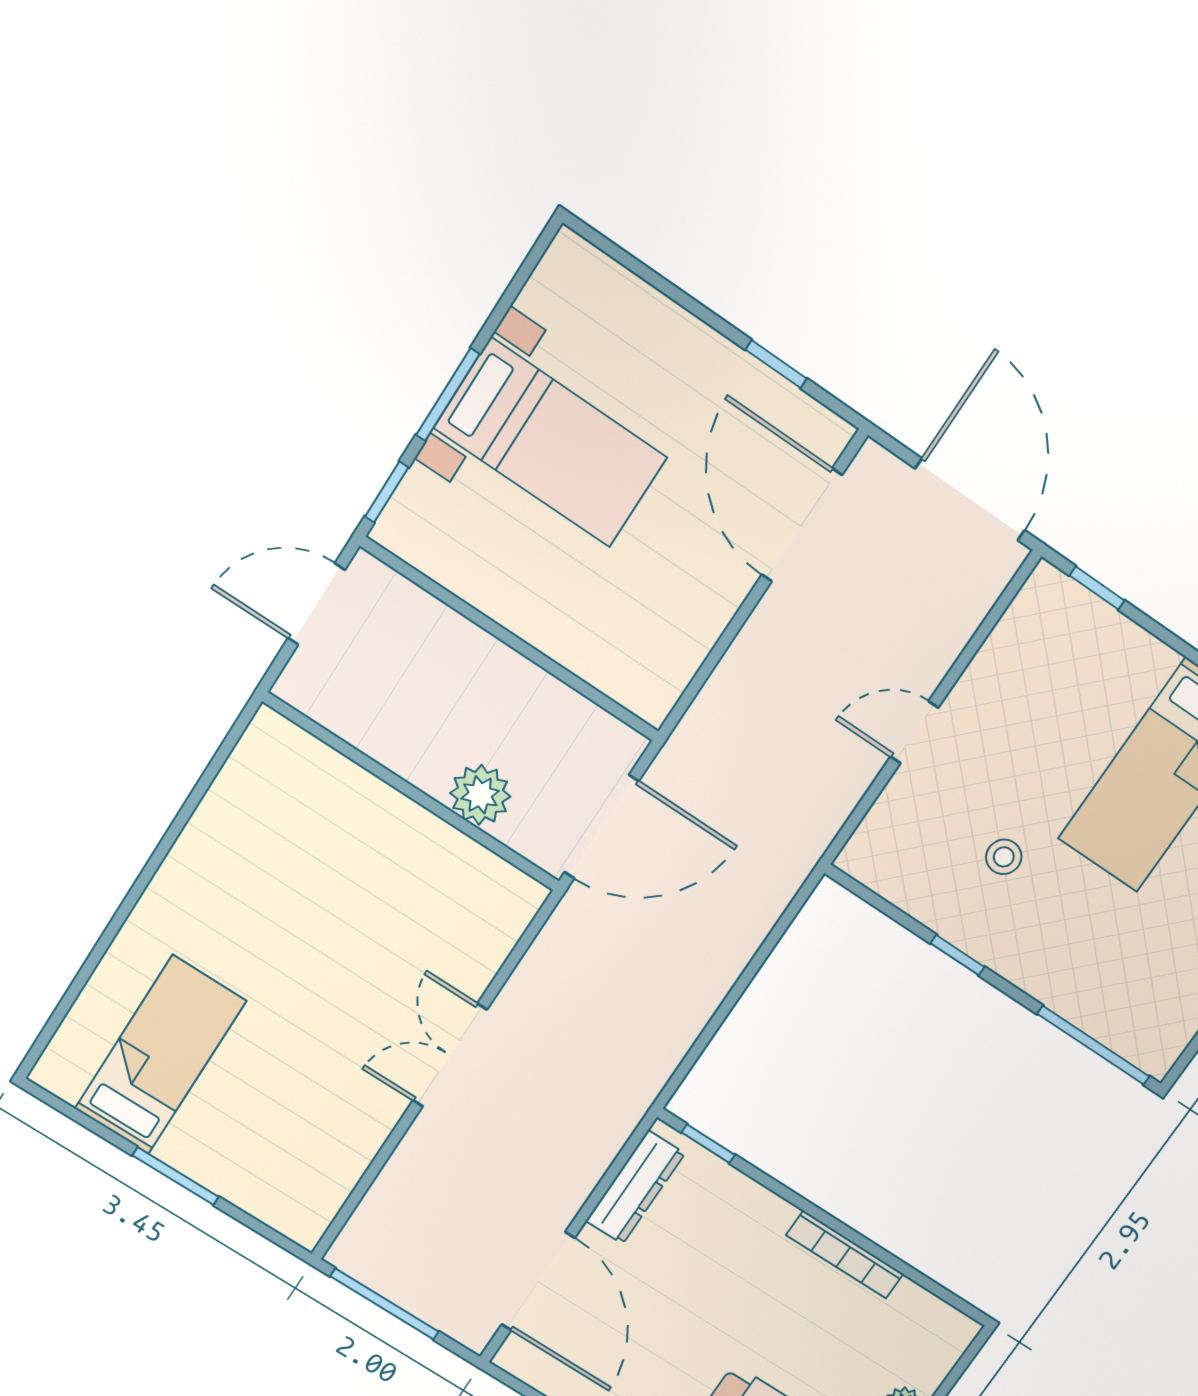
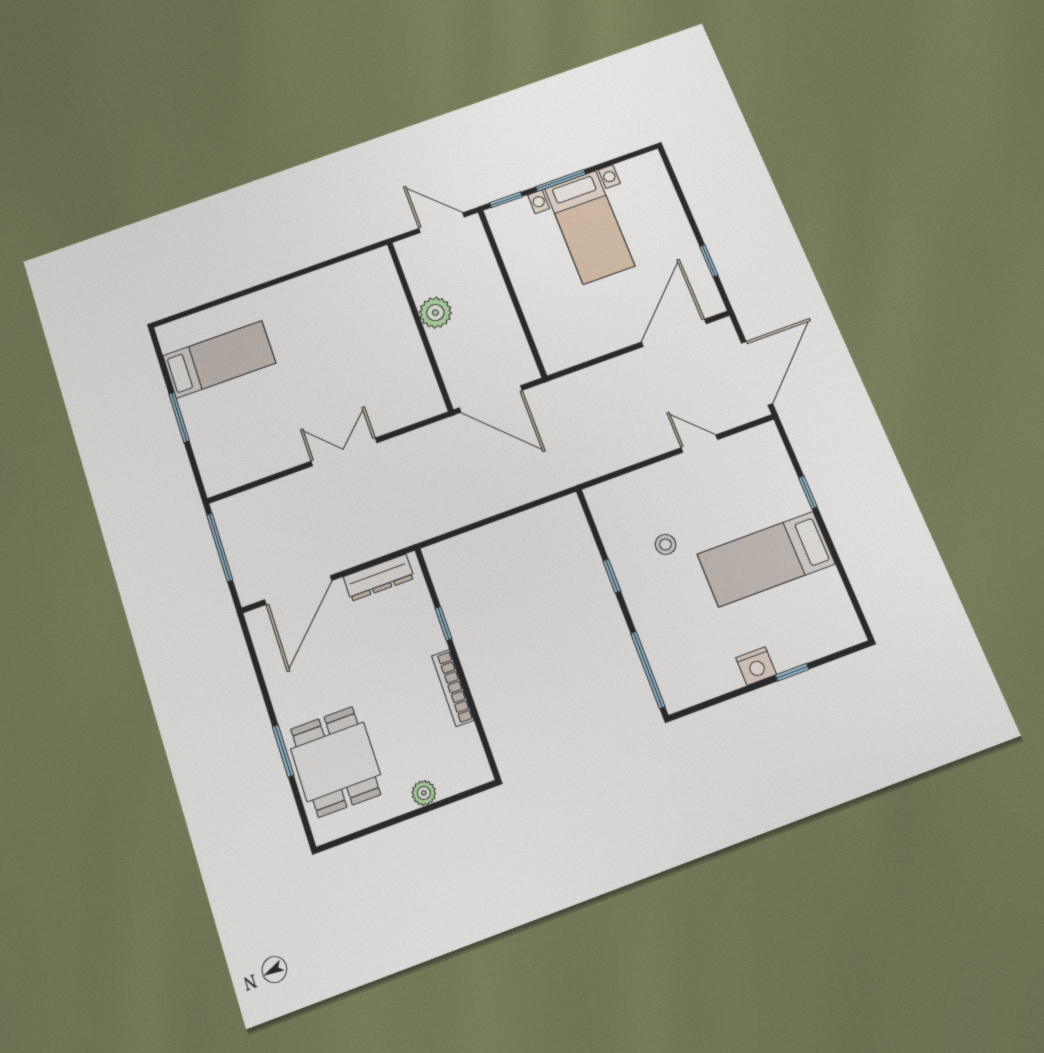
window: (1097, 588) -> (808, 492), moved
door: (914, 732) -> (699, 444), moved
plant: (480, 795) -> (435, 313), moved
window: (708, 1144) -> (443, 624), moved

